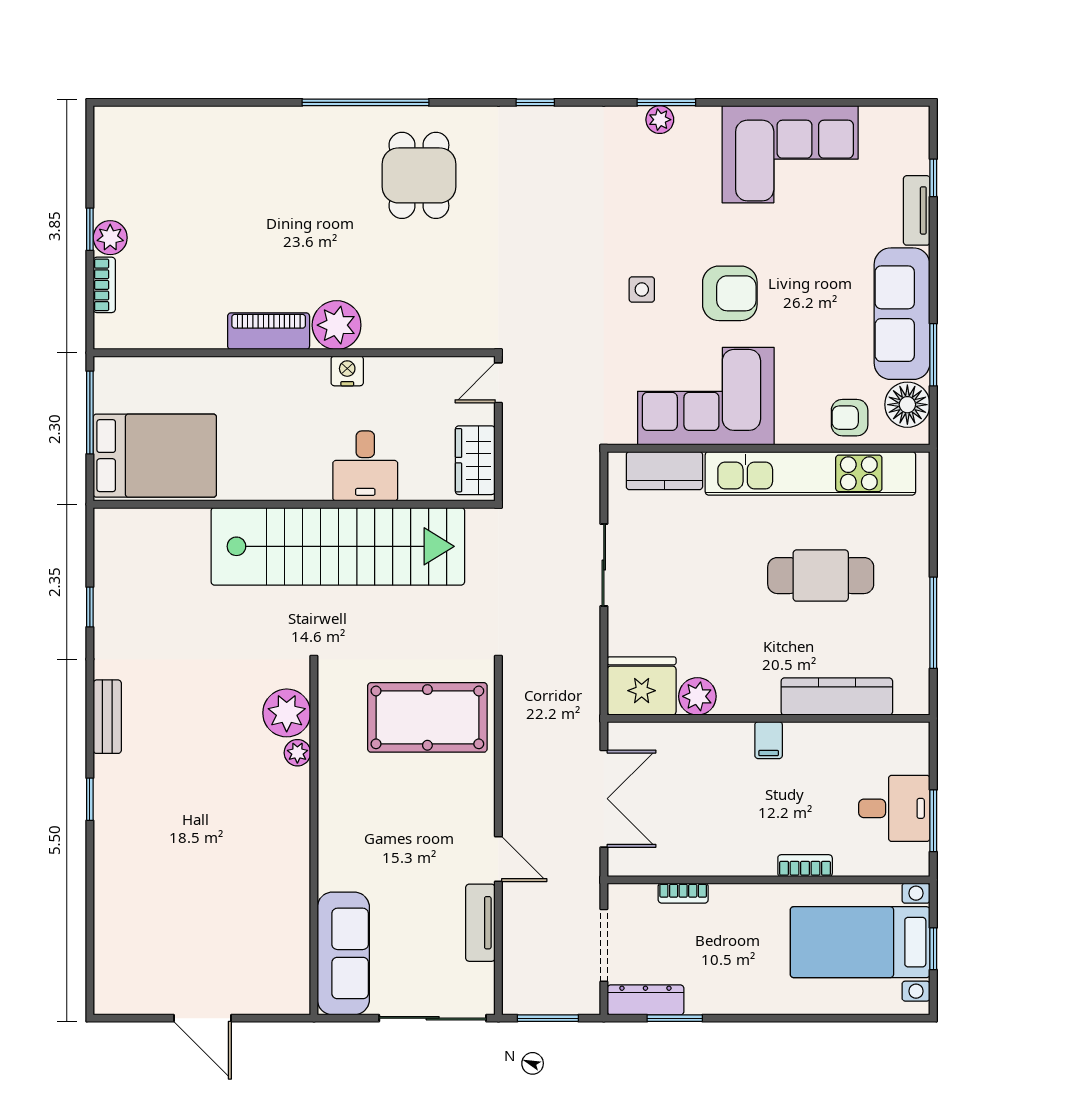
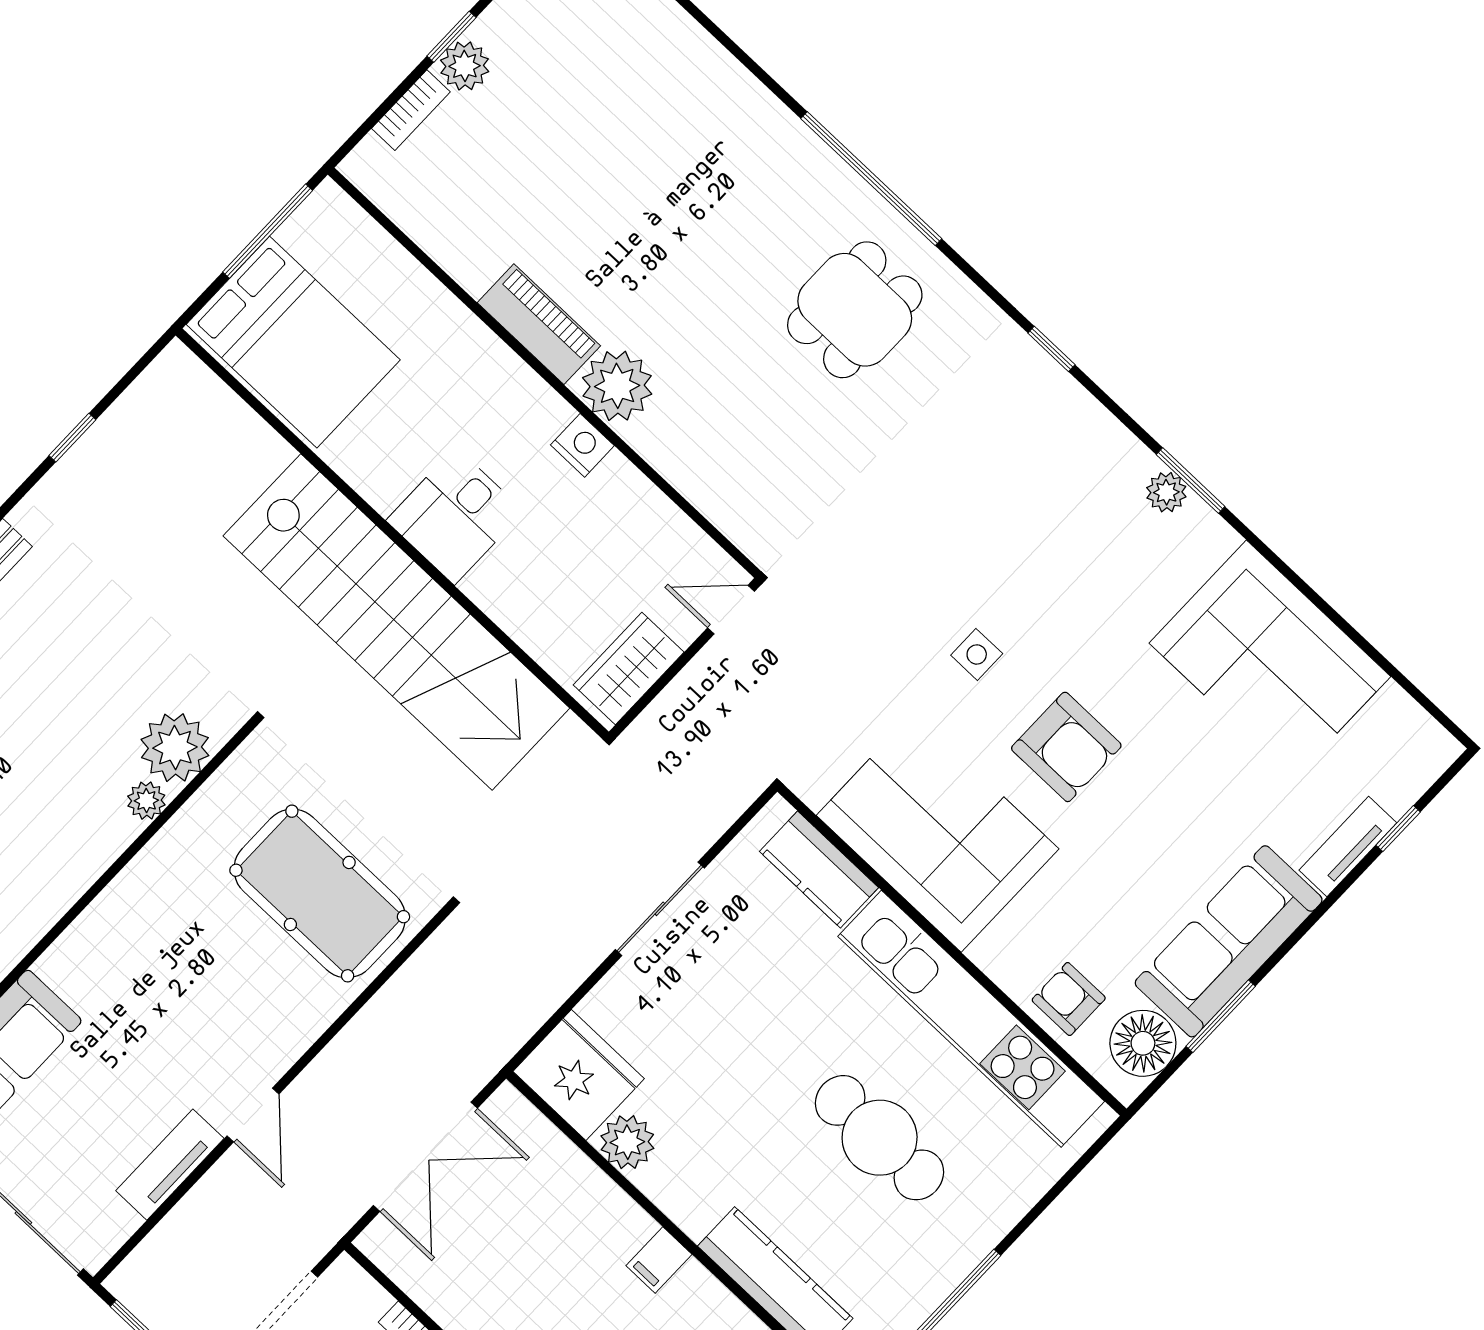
desk: (365, 466) -> (455, 516), moved

